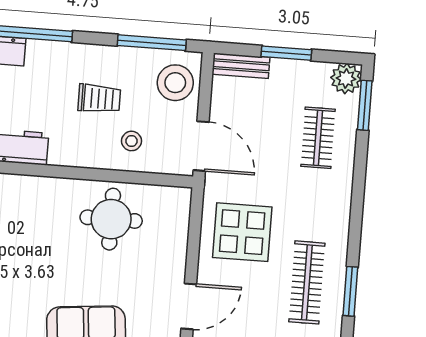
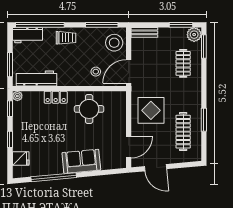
window: (286, 53) -> (181, 25), moved
trolley: (99, 99) -> (66, 38), moved
door: (201, 146) -> (129, 71), swing flipped
locker: (42, 189) -> (56, 97), added
window: (350, 291) -> (204, 120), moved

